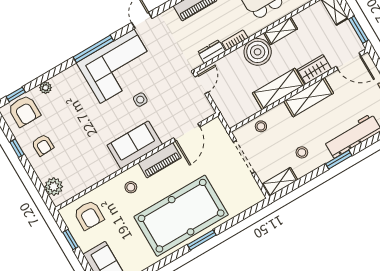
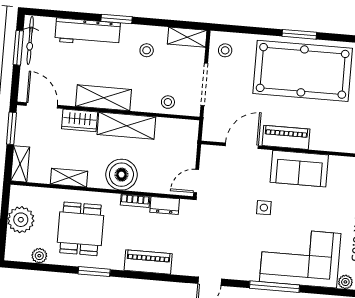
shelving: (281, 31) -> (69, 178), moved
corner sofa: (117, 66) -> (300, 258), moved
stool: (131, 187) -> (225, 50), moved

